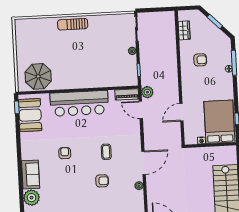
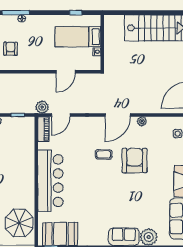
door: (181, 112) -> (66, 72), hinge flipped
bed: (219, 122) -> (78, 37), width x0.67
armchair: (65, 153) -> (103, 199), removed
door: (144, 163) -> (118, 115), swing flipped
armchair: (102, 181) -> (135, 161), width x1.88, depth x1.88

